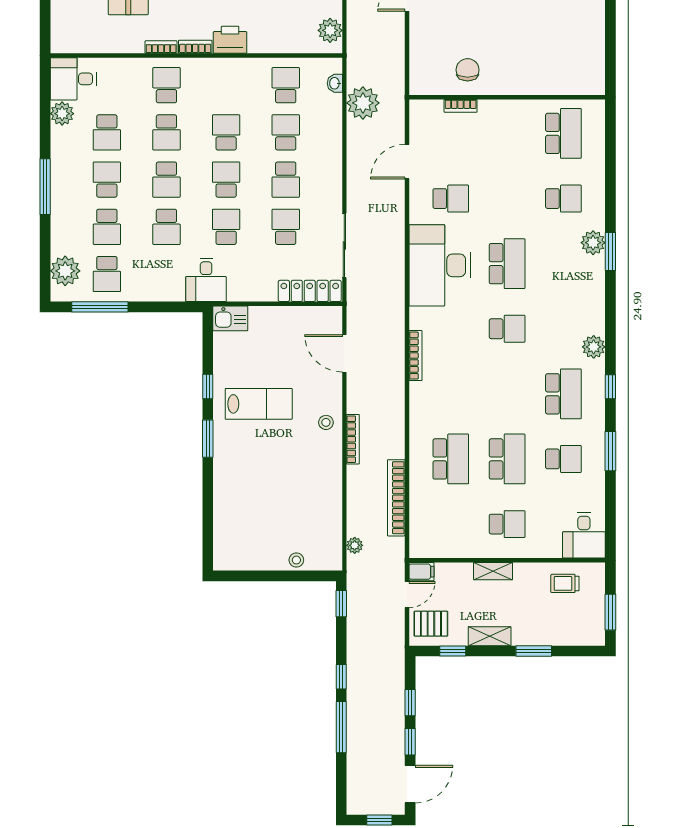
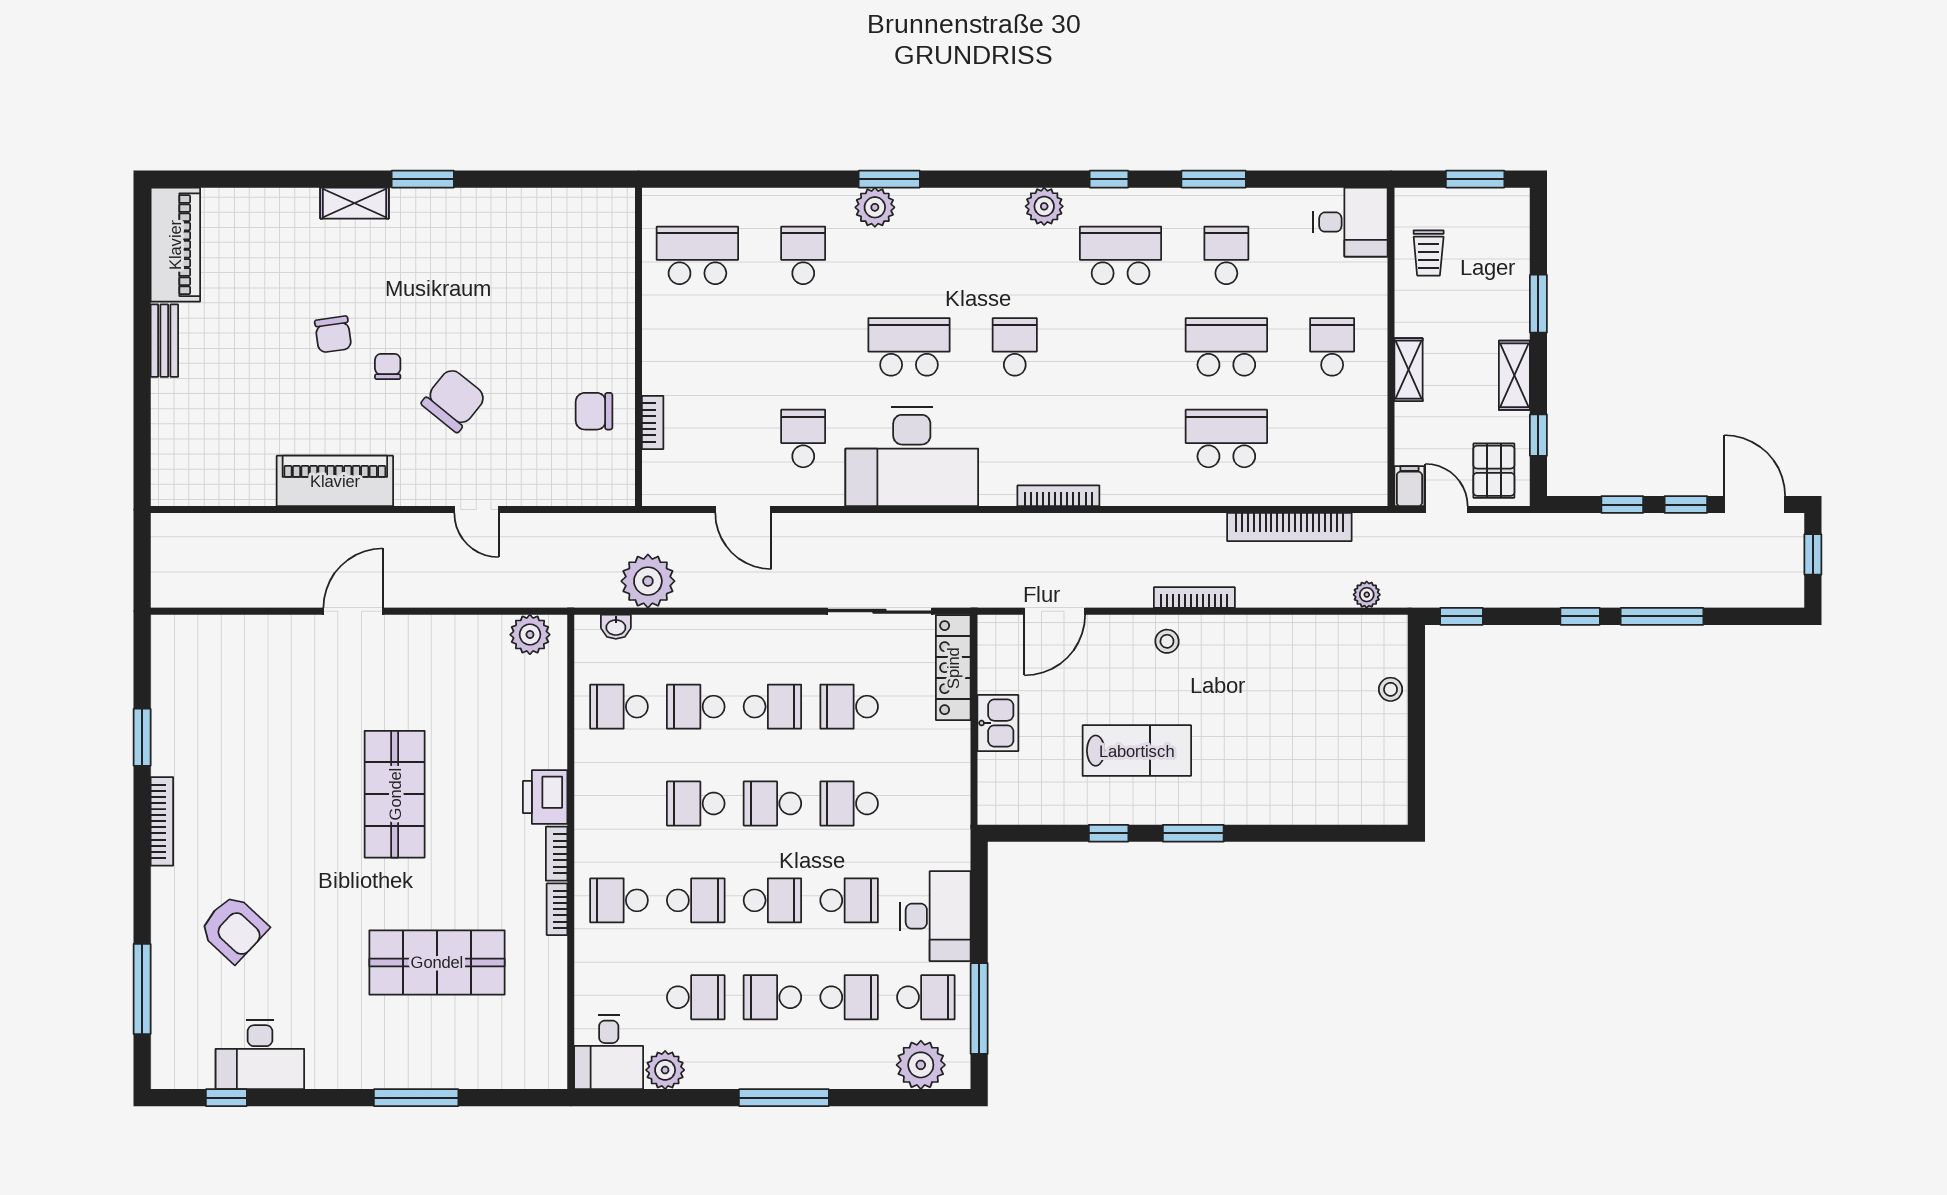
desk: (206, 280) -> (935, 916), moved, width x1.37
kitchen sink: (230, 318) -> (998, 723), moved
lab bench: (259, 404) -> (1137, 751), turned 90

